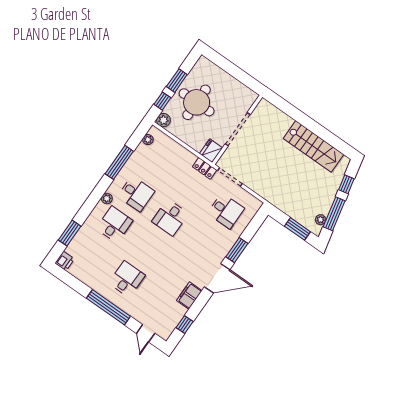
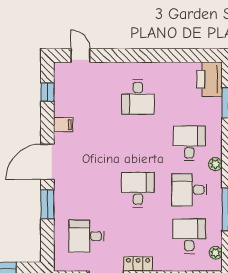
desk: (158, 163) -> (189, 236), added
desk: (114, 224) -> (189, 143), turned 180
printer: (65, 261) -> (210, 79), width x1.87, depth x1.48
filing cabinet: (189, 296) -> (63, 125), width x0.50
window: (108, 307) -> (137, 56), removed

